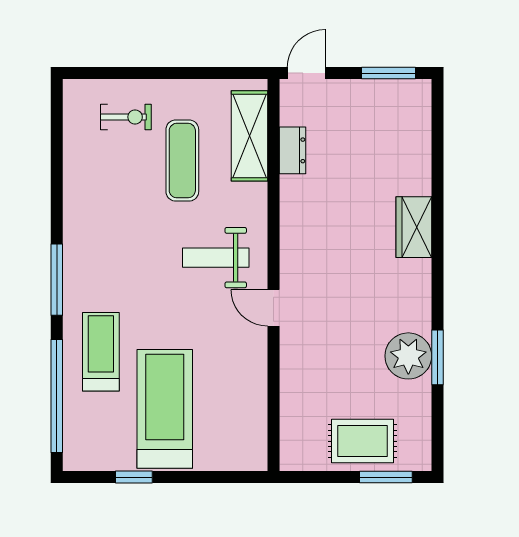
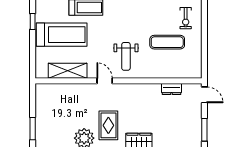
shelving: (250, 136) -> (68, 71), moved
weight bench: (216, 258) -> (126, 56), turned 180
door: (273, 308) -> (105, 81), hinge flipped
rug: (362, 441) -> (108, 125), moved

